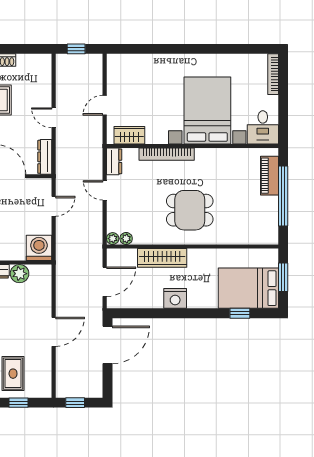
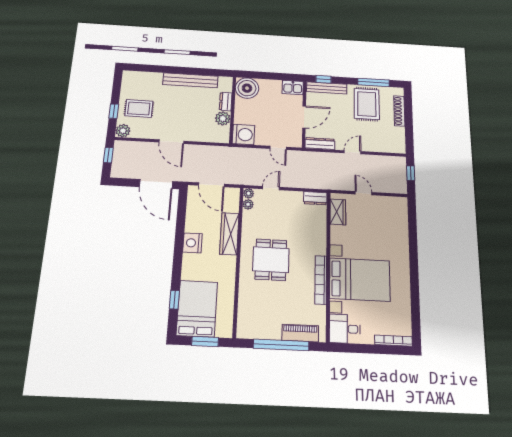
bookcase: (167, 154) -> (321, 280), moved
door: (105, 190) -> (271, 188), moved
plant: (43, 389) -> (123, 131), added

